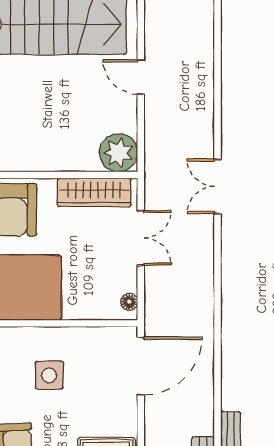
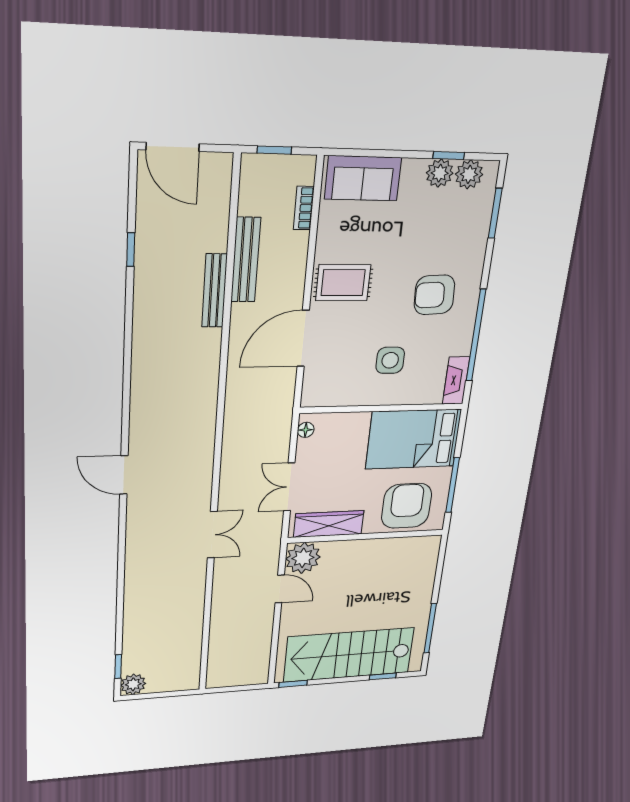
door: (141, 77) -> (280, 589), moved
door: (141, 366) -> (303, 338), moved

